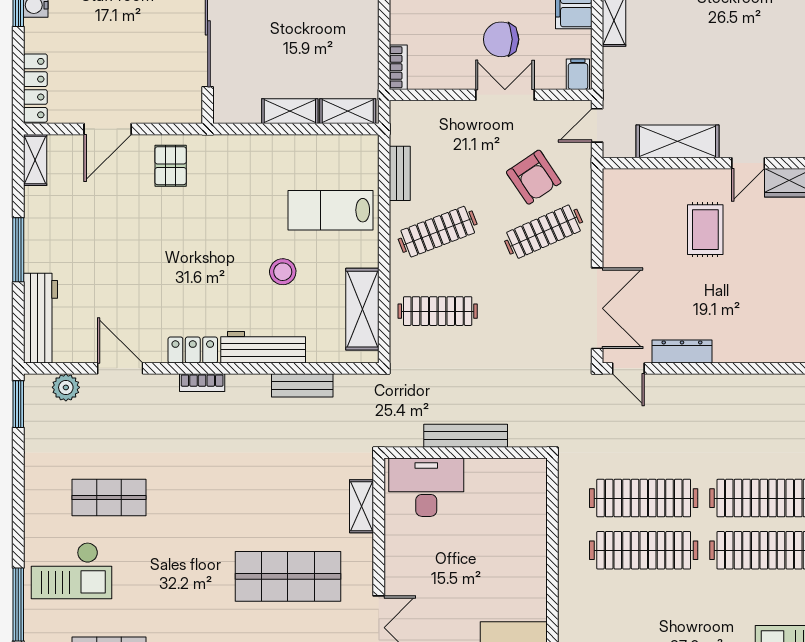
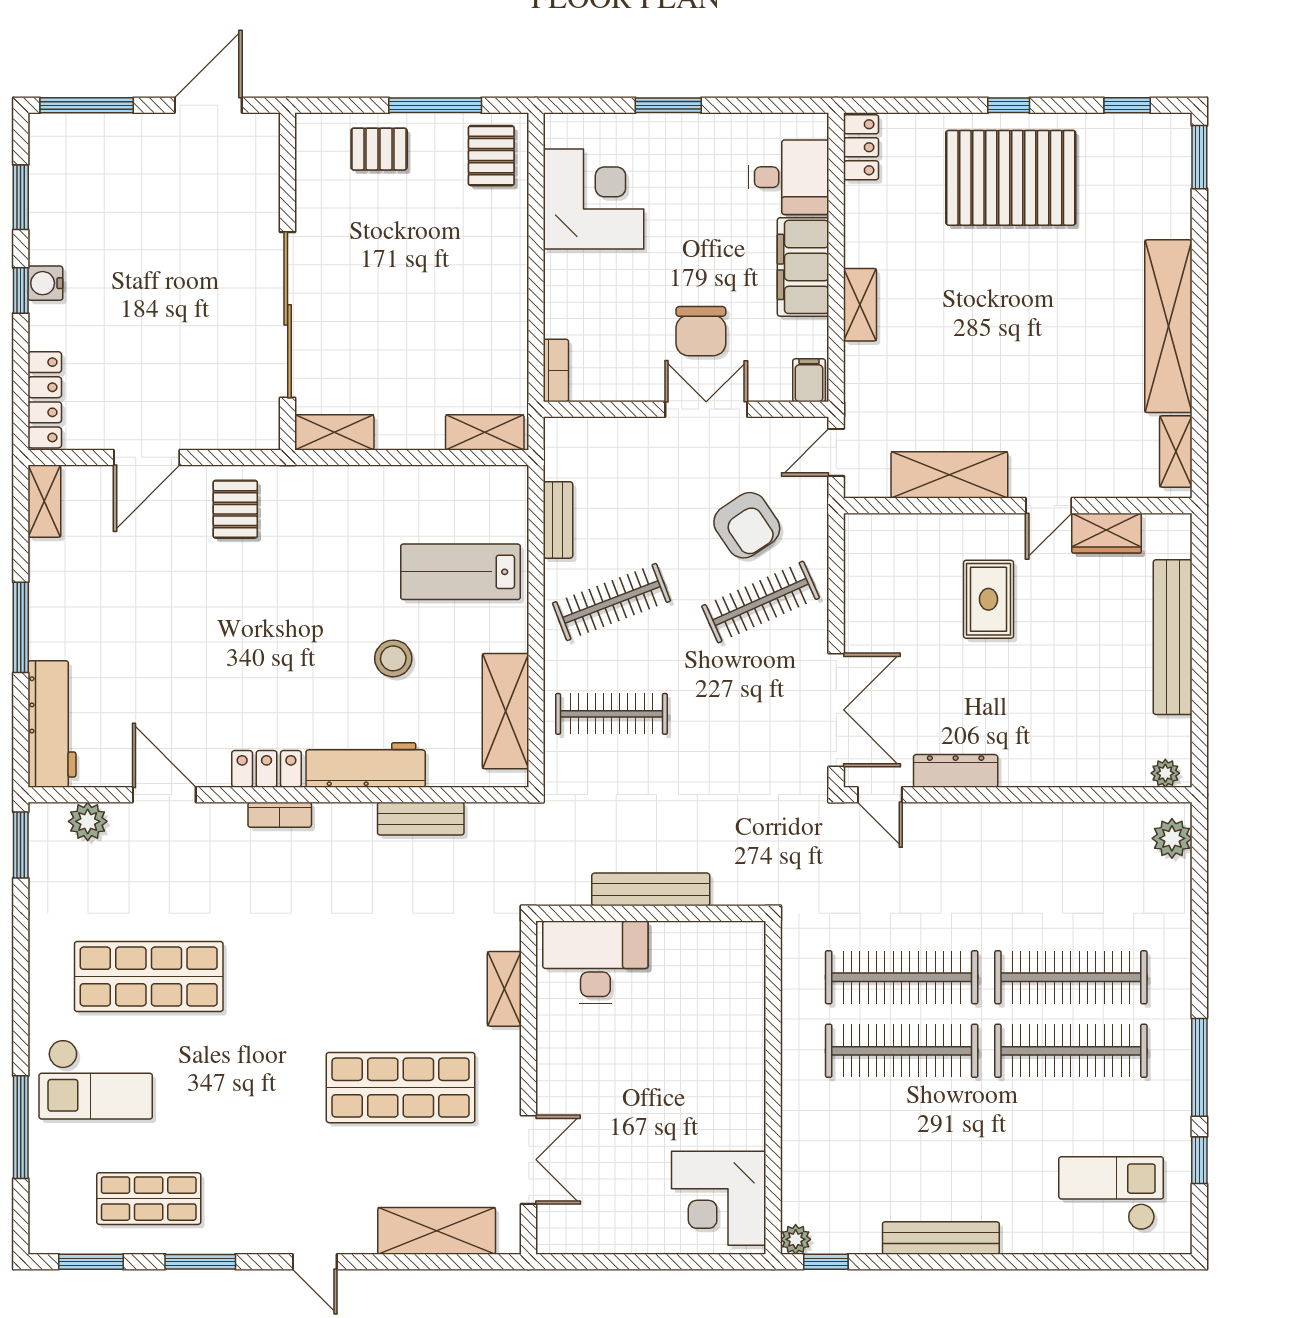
chair: (501, 39) -> (701, 331), turned -90
shelving: (290, 111) -> (334, 432), moved
shop shelf: (109, 498) -> (149, 977), width x1.43, depth x1.36

